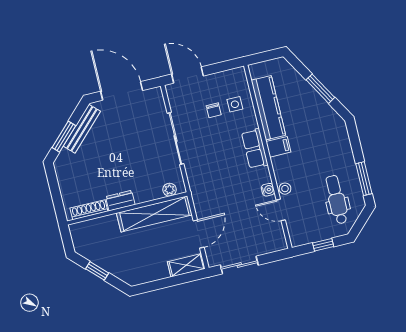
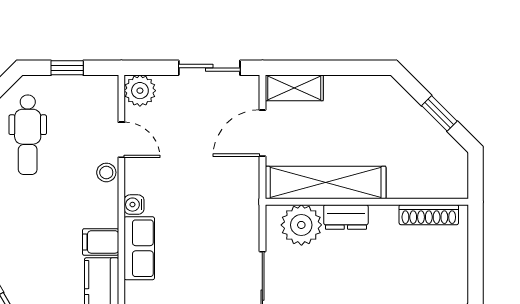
plant: (170, 190) -> (301, 225), width x1.88, depth x1.88
water cooler: (268, 190) -> (134, 205), moved
dresser: (120, 201) -> (346, 217), moved
plant: (277, 242) -> (140, 91), added

